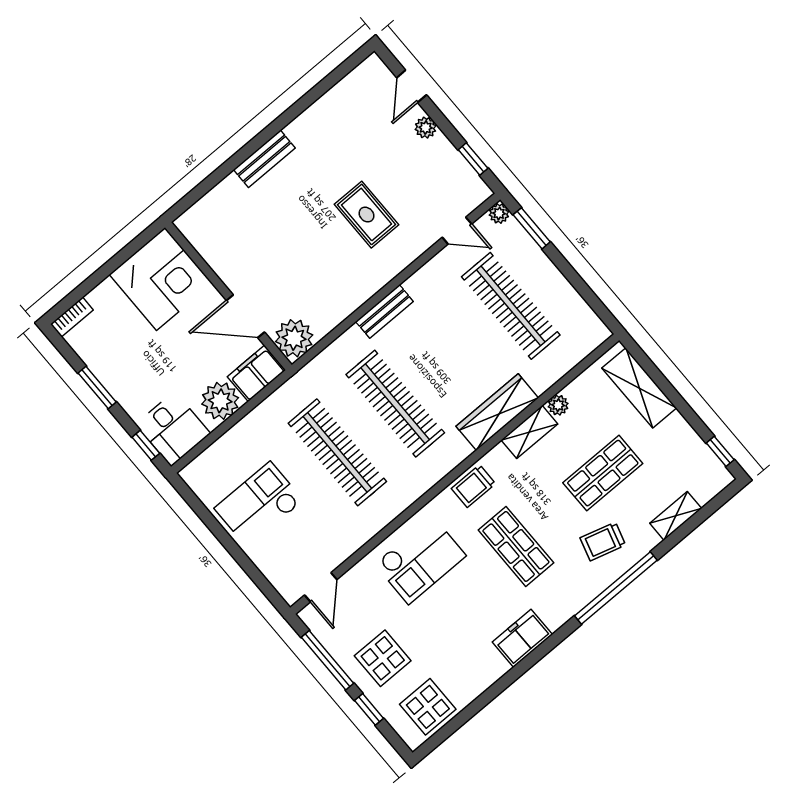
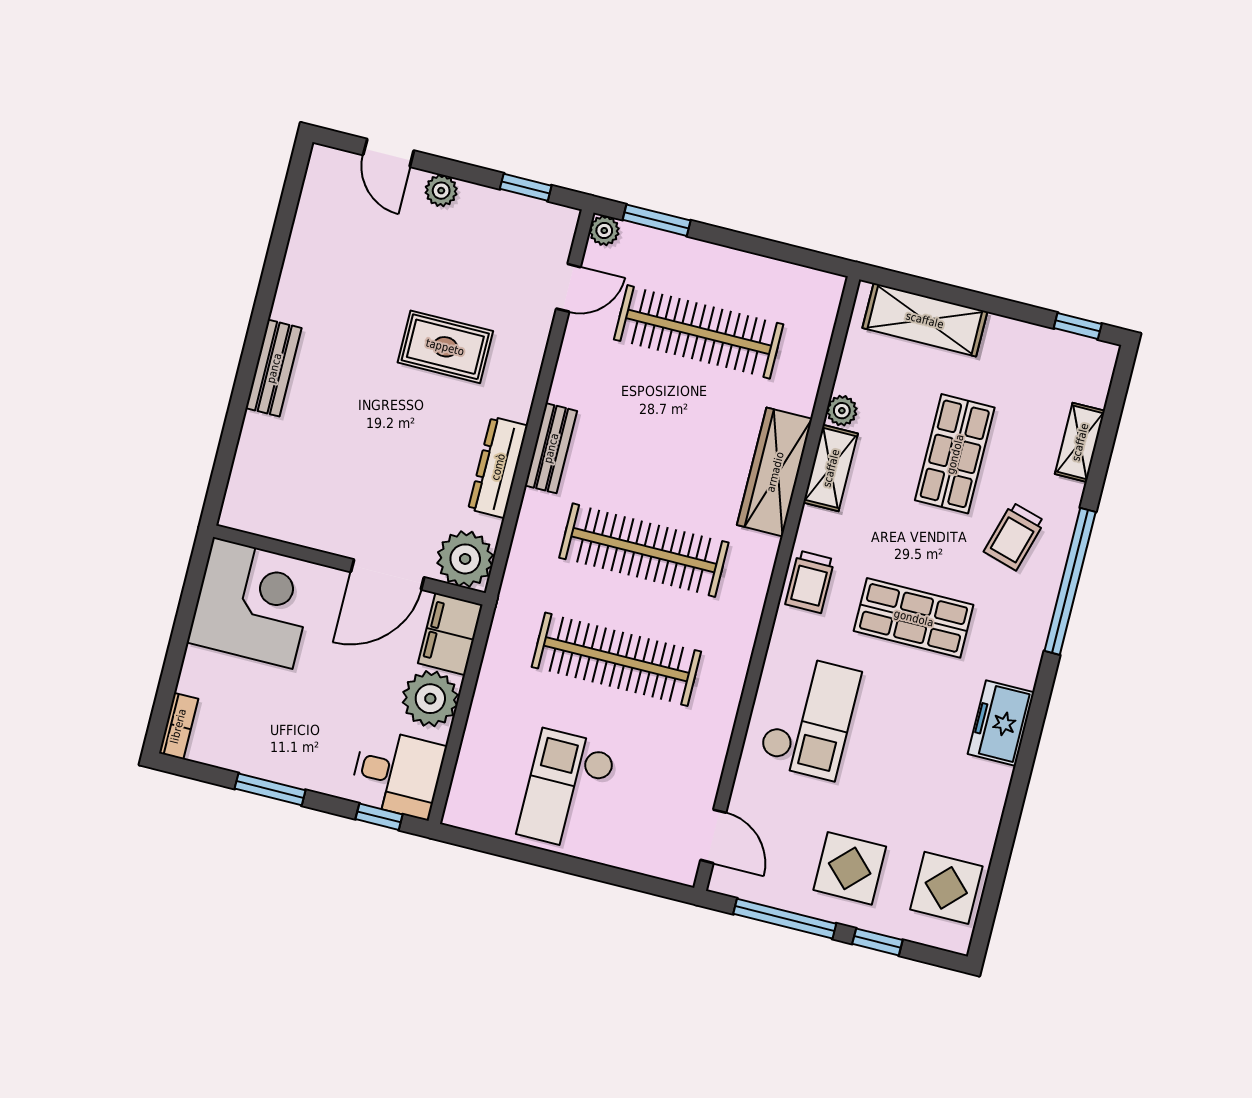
dresser: (348, 301) -> (498, 467), added

